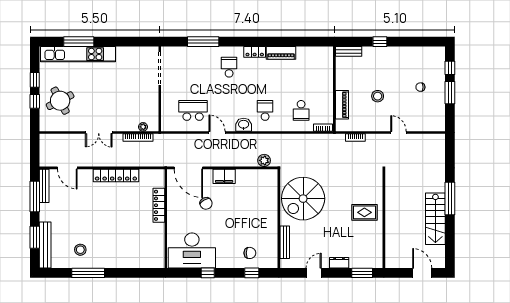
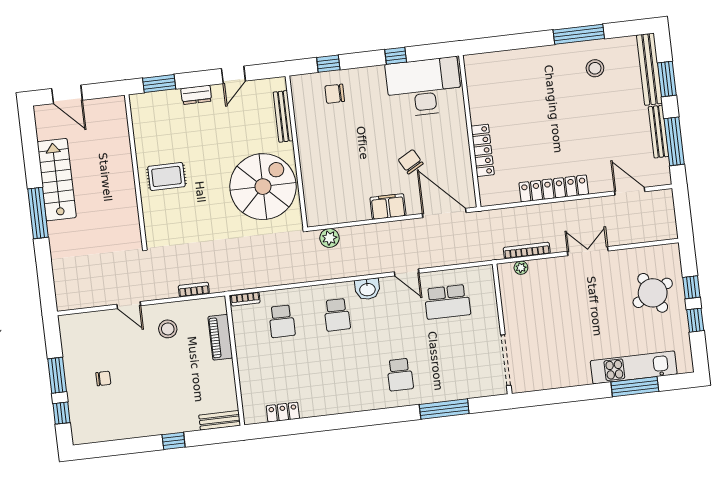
locker: (255, 52) -> (283, 412), moved
piano: (281, 53) -> (323, 406), removed
kitchen unit: (78, 54) -> (634, 367), width x0.73
stool: (378, 96) -> (168, 329), moved
school desk: (301, 110) -> (282, 321), turned 180
bench: (44, 186) -> (658, 132), moved

